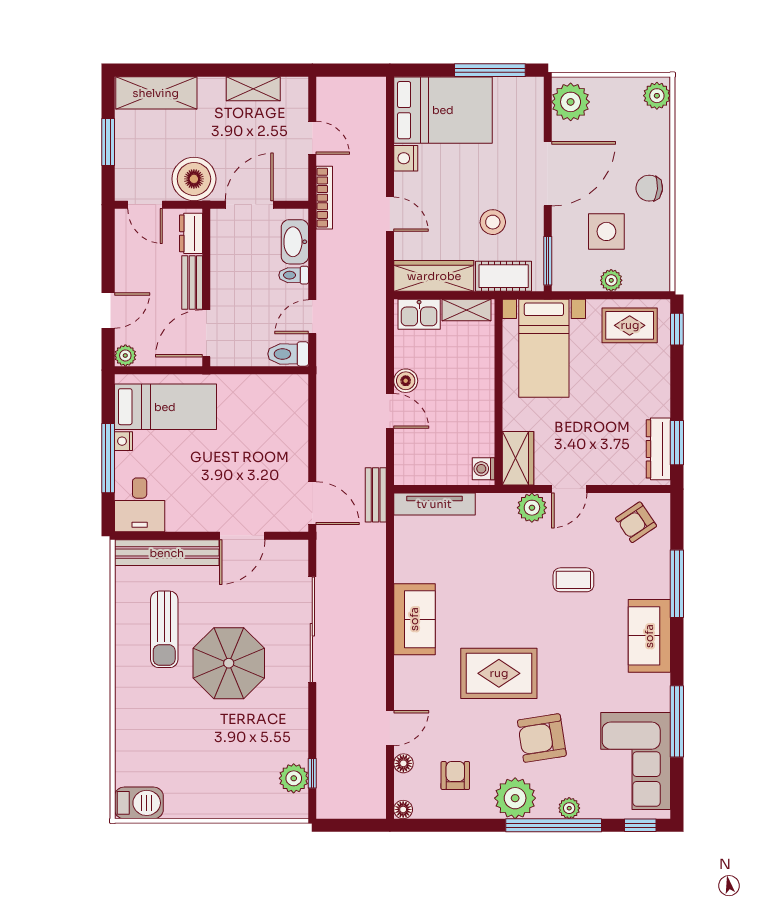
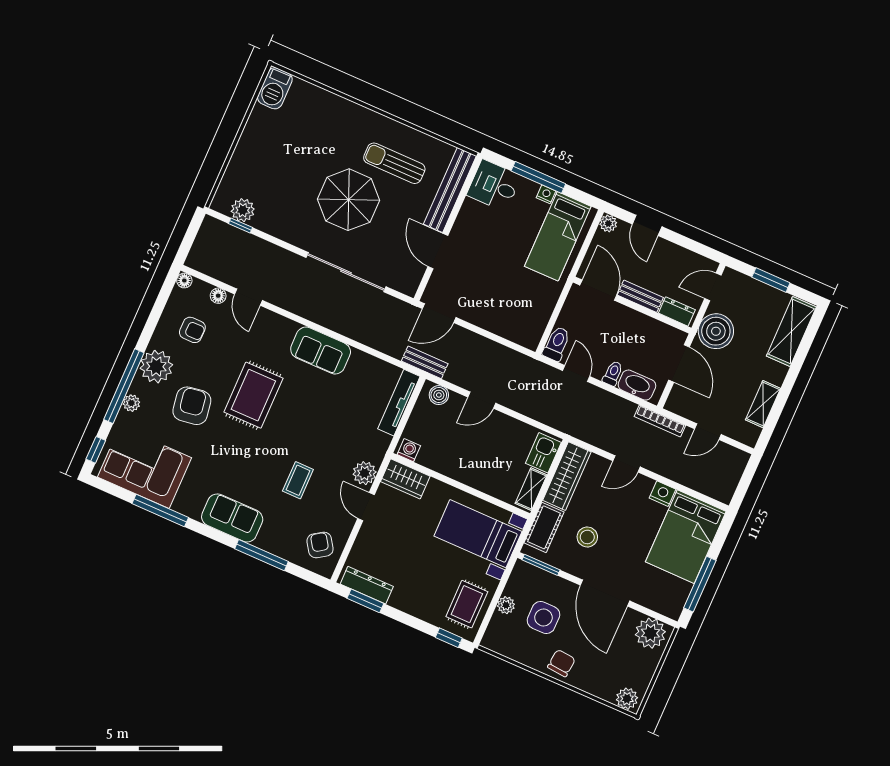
boiler: (406, 381) -> (439, 395), moved

